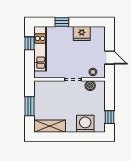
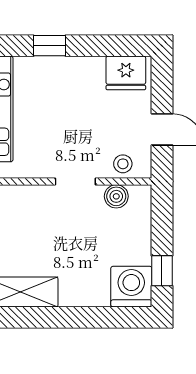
fridge: (82, 34) -> (126, 73), moved
washing machine: (85, 124) -> (131, 287), moved

